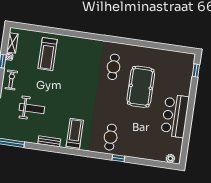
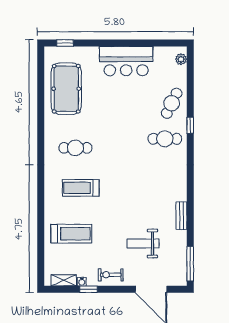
pool table: (141, 87) -> (66, 89), moved, turned 90
weight bench: (32, 109) -> (143, 243), turned -90
treadmill: (75, 133) -> (81, 188), moved
cafe table: (137, 146) -> (172, 103), added

